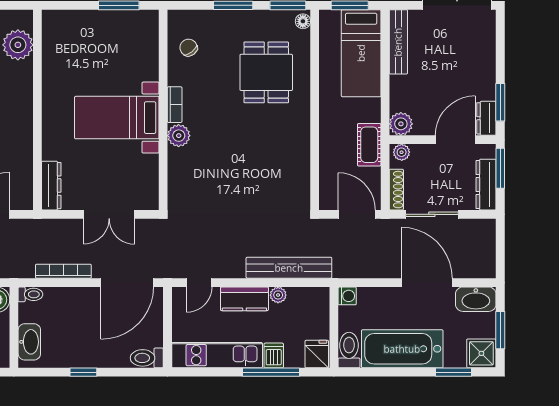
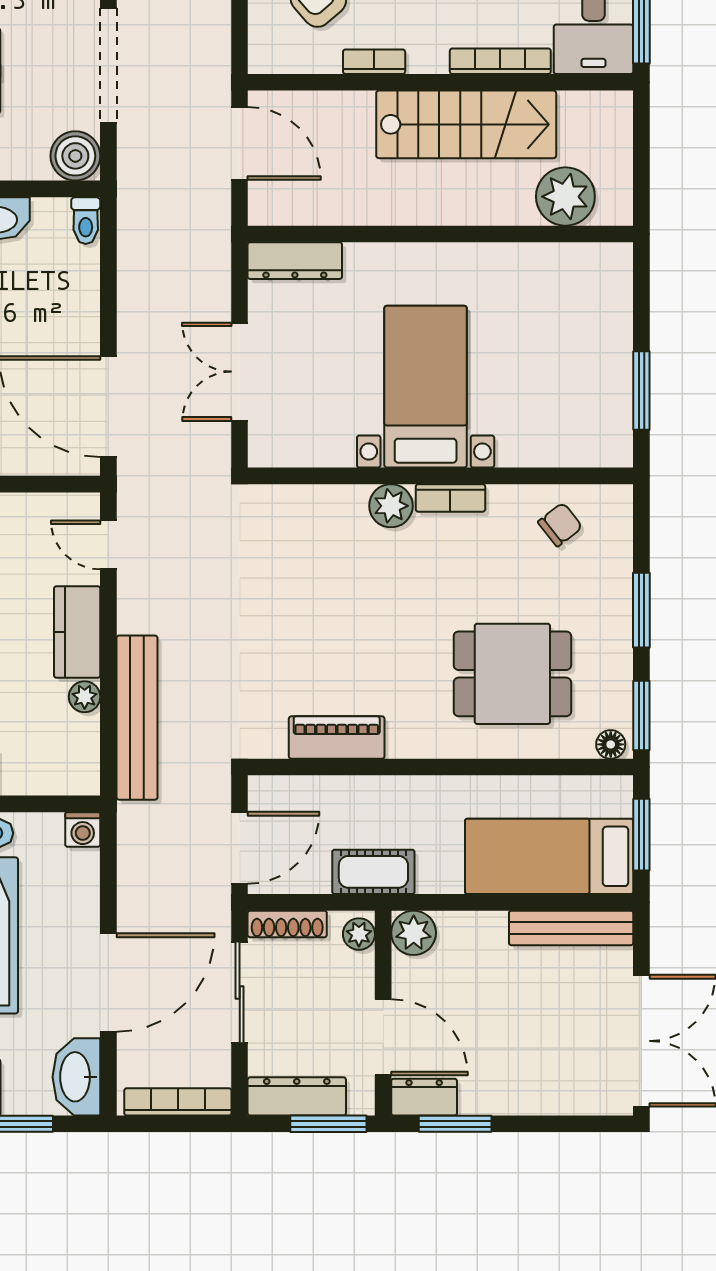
piano: (299, 164) -> (337, 738), added
bookcase: (63, 271) -> (178, 1102), moved, turned -90

